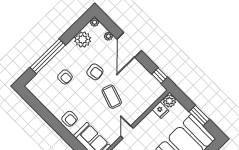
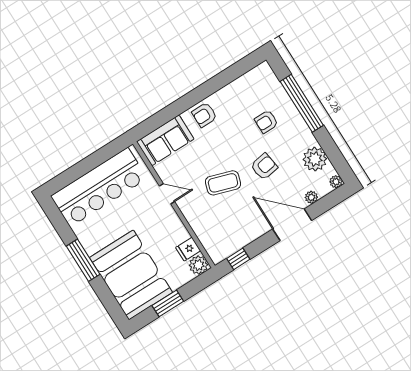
armchair: (95, 72) -> (264, 167), turned 180

